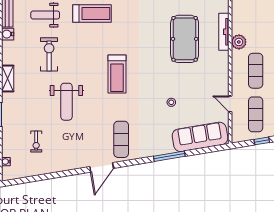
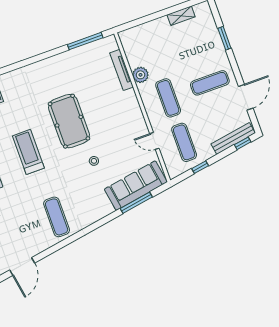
pool table: (185, 39) -> (69, 121), moved
treadmill: (117, 74) -> (28, 152), turned 180
window: (169, 156) -> (136, 203), moved
door: (102, 167) -> (22, 266), moved

